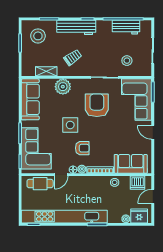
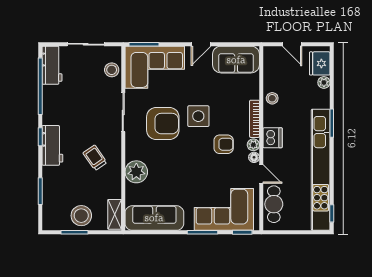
workbench: (76, 27) -> (52, 145), width x0.73
workbench: (126, 27) -> (52, 65), moved
stool: (38, 36) -> (81, 216), moved
stool: (127, 61) -> (112, 70), moved
shelving: (46, 71) -> (115, 214), moved
armchair: (97, 105) -> (163, 124), turned 180
side table: (70, 125) -> (198, 116), moved
armchair: (82, 148) -> (224, 144), turned 90
sofa: (131, 164) -> (236, 60), moved, turned -90
dishwasher: (138, 183) -> (273, 138), moved

